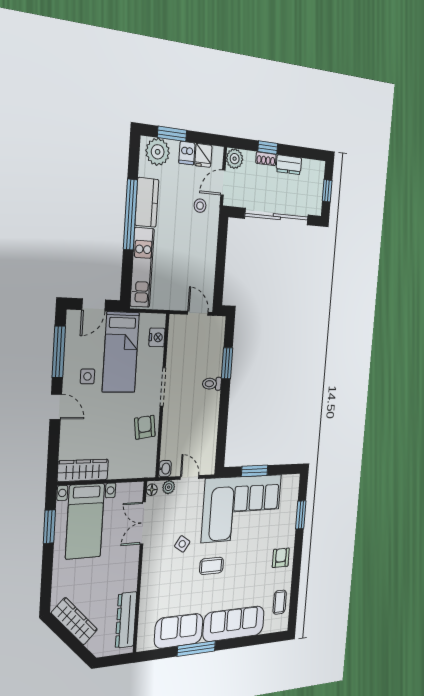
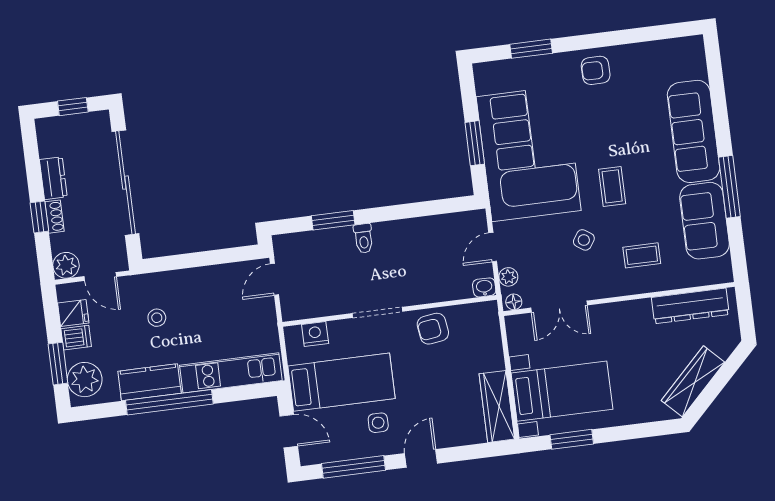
stool: (200, 206) -> (157, 318), moved
coffee table: (280, 602) -> (642, 255), moved

